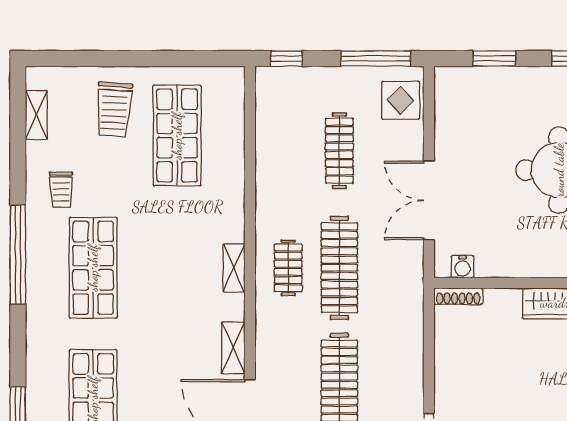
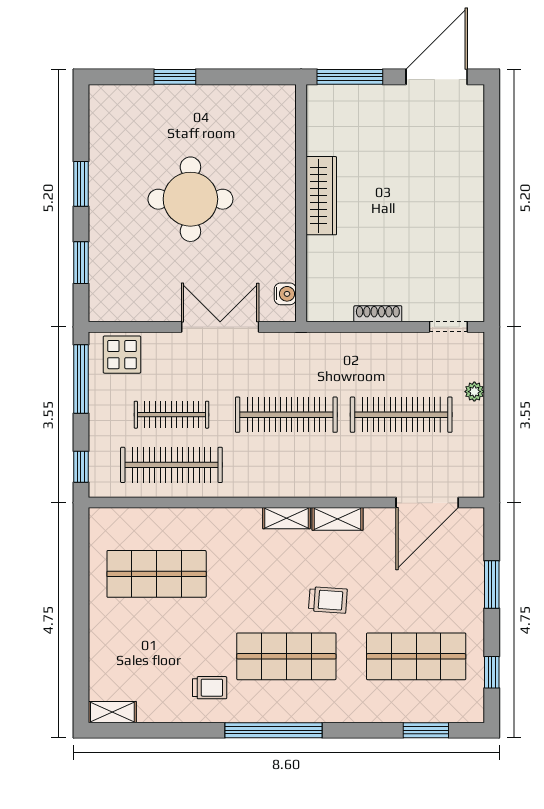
trolley: (114, 109) -> (328, 600), moved, width x0.73, depth x0.72
shelving: (36, 115) -> (112, 712), moved
double door: (429, 200) -> (220, 327), swing flipped
clothes rail: (288, 268) -> (171, 465), moved, width x1.86, depth x1.31
shoe rack: (458, 296) -> (378, 314), moved, turned -90
shelving: (233, 348) -> (338, 519), moved

